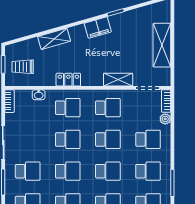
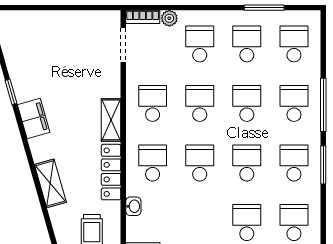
shelving: (162, 45) -> (60, 23), removed
locker: (68, 80) -> (111, 172), width x1.53
shelving: (118, 80) -> (111, 120), moved

